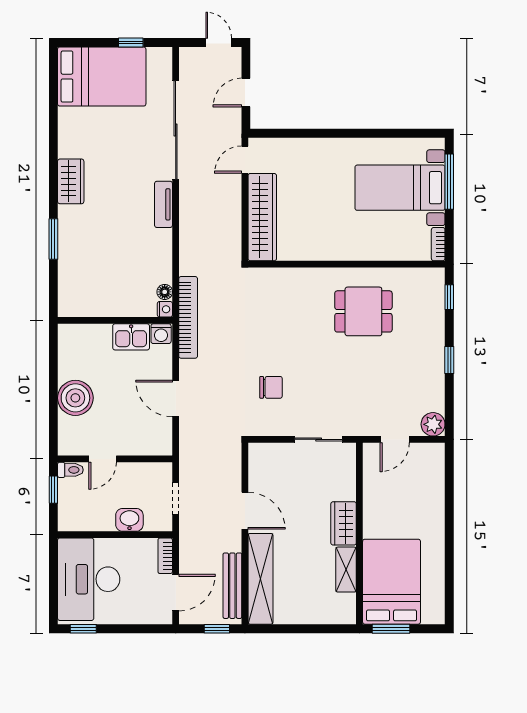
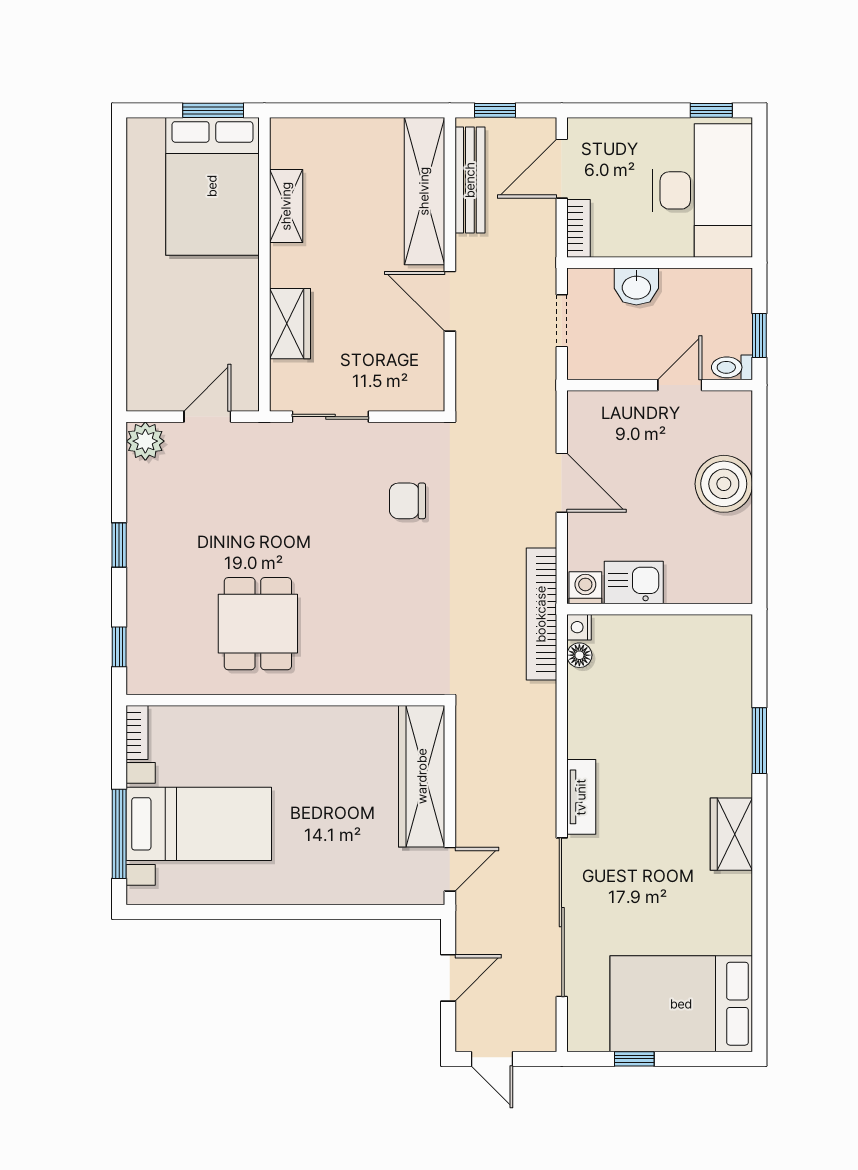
dining table: (363, 311) -> (258, 624), turned 90
wardrobe: (344, 523) -> (290, 324), moved

